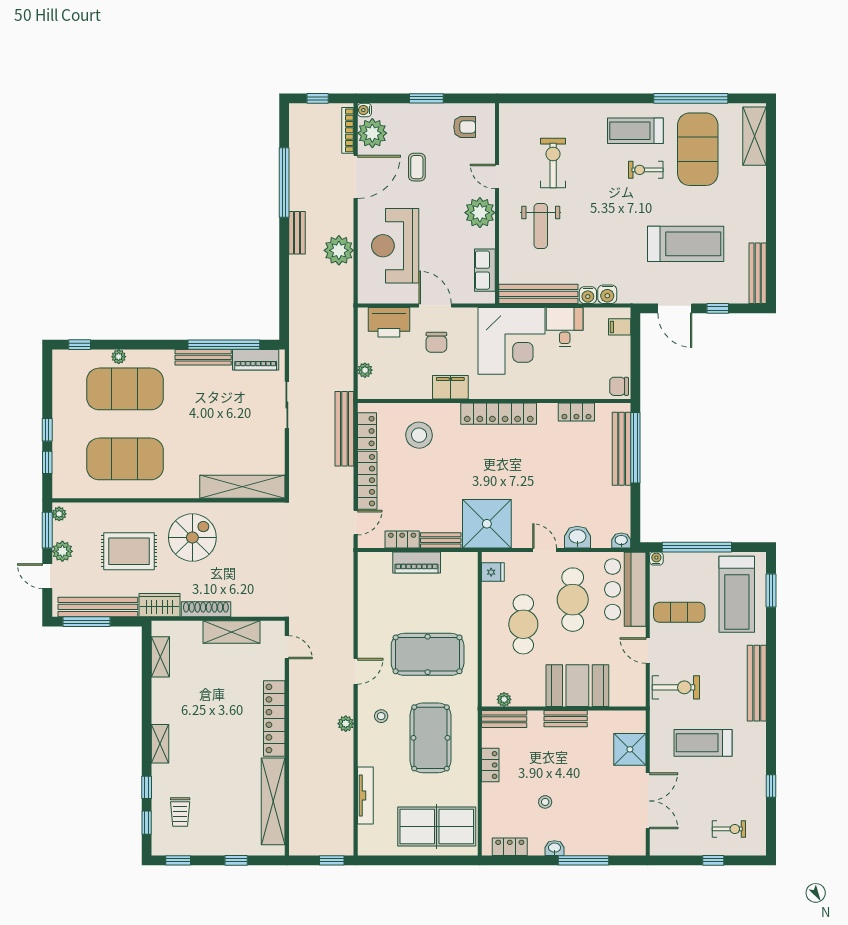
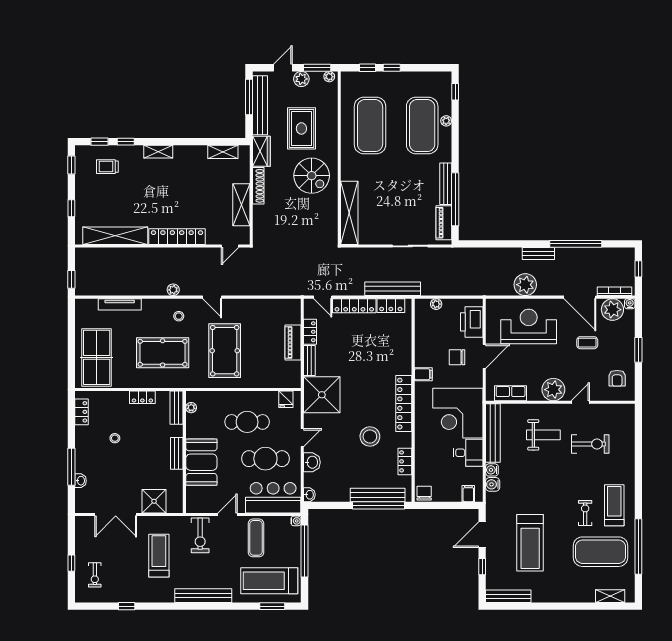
shelving: (755, 136) -> (610, 596), width x0.67, depth x0.75
weight bench: (541, 226) -> (543, 435), turned 180
filing cabinet: (450, 387) -> (423, 374), width x0.50
stool: (419, 435) -> (370, 437), moved
washbasin: (555, 848) -> (81, 481), moved

